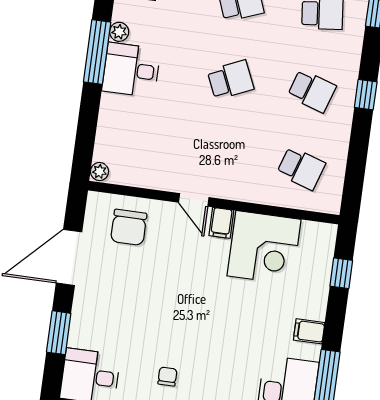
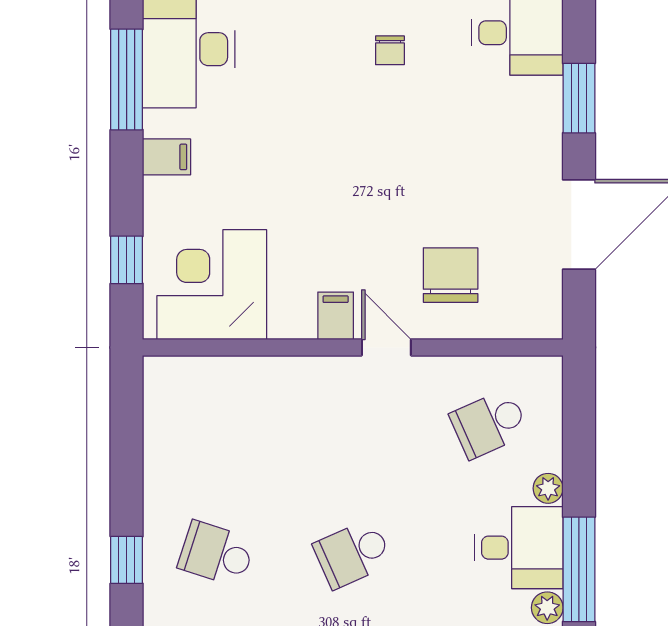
school desk: (301, 168) -> (489, 424), moved, turned -42
plant: (100, 172) -> (548, 488), moved
chair: (129, 227) -> (451, 275), moved
corner desk: (264, 248) -> (212, 285), moved

